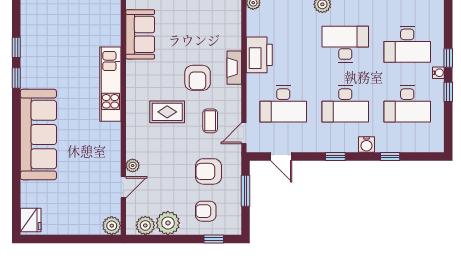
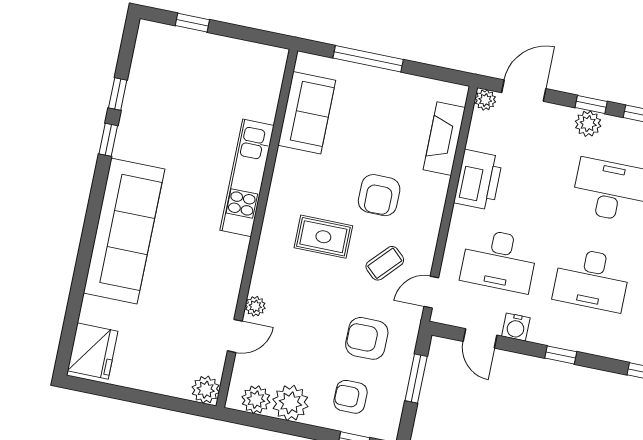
fireplace: (234, 68) -> (444, 139), moved, width x1.37, depth x1.32
coffee table: (210, 121) -> (385, 263), turned 43
water cooler: (366, 144) -> (516, 327), moved
fridge: (31, 220) -> (93, 351), width x1.36, depth x1.34

